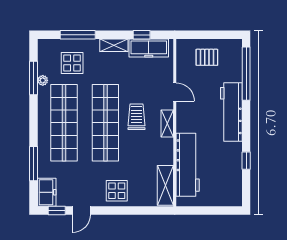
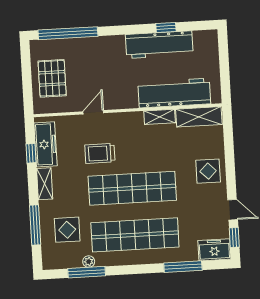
pallet: (207, 57) -> (52, 78), width x1.50, depth x1.42
workbench: (231, 112) -> (159, 45), moved
trolley: (136, 117) -> (100, 153), moved
shelving: (167, 123) -> (160, 117), moved

